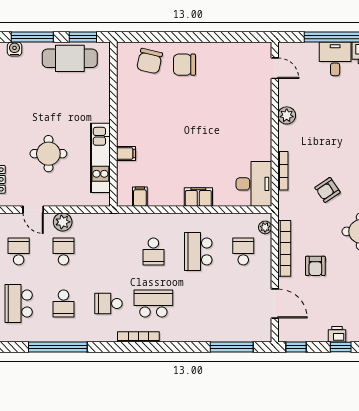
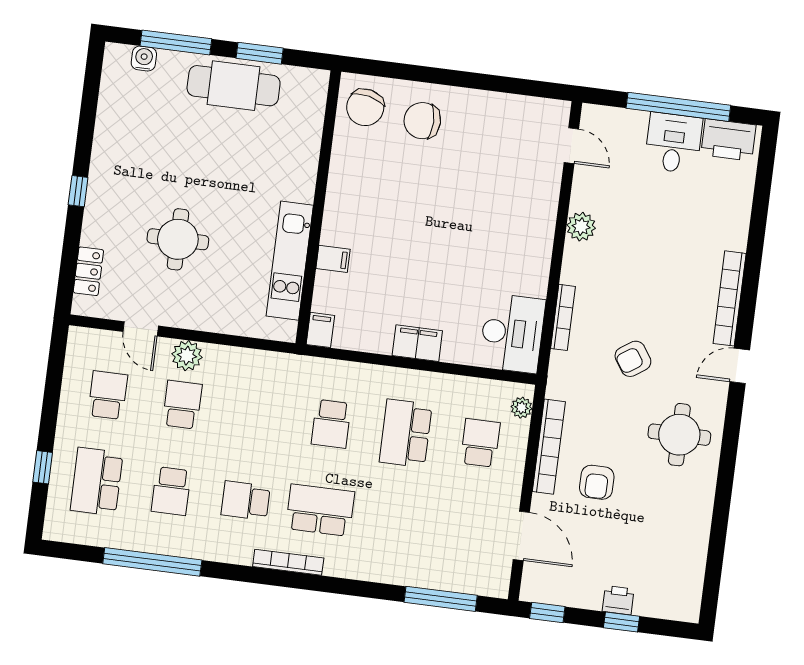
wall: (113, 124) -> (318, 207), moved
filing cabinet: (126, 153) -> (333, 259), moved
kitchen unit: (100, 158) -> (290, 261), moved

